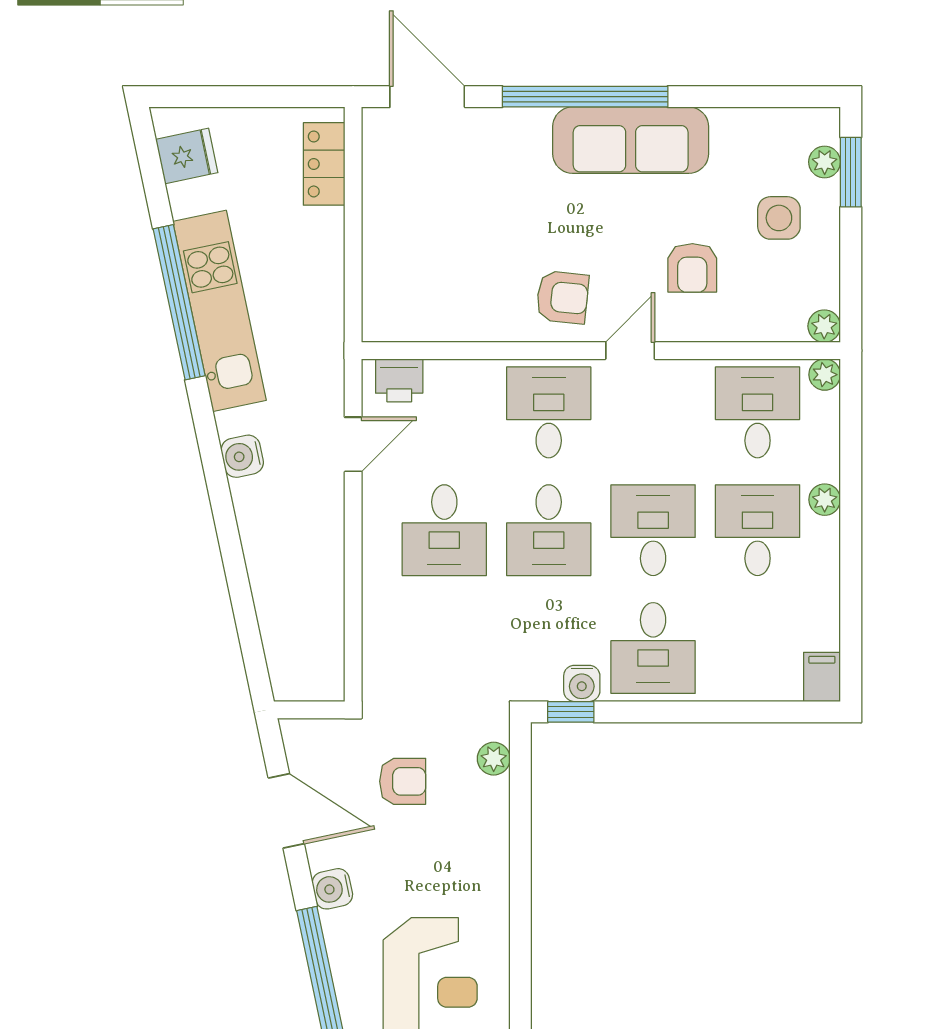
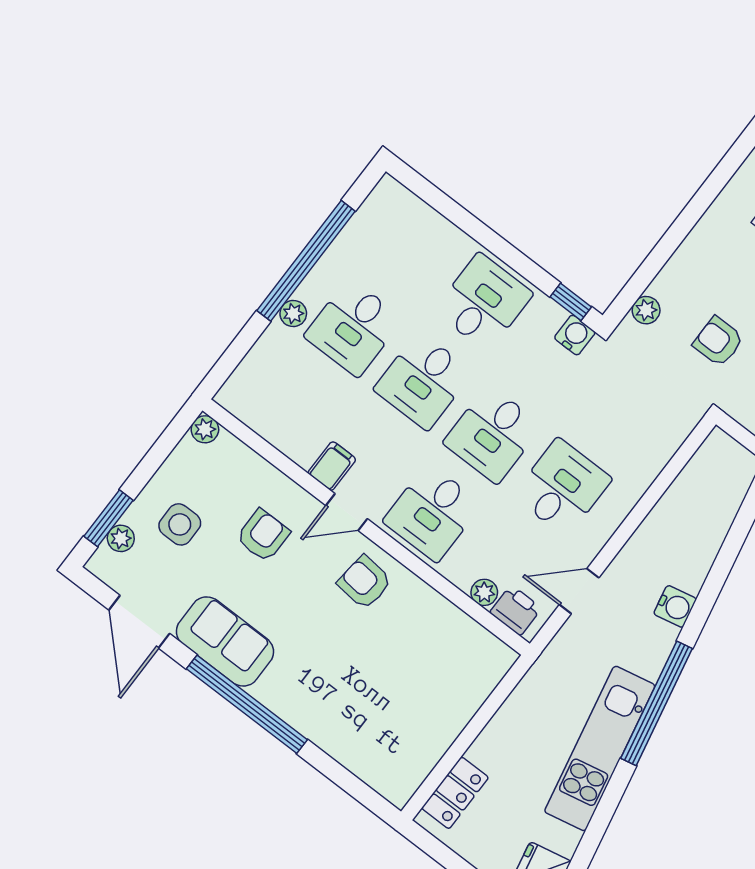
door: (427, 97) -> (139, 622), moved
sofa: (631, 140) -> (225, 641), width x0.73
window: (179, 302) -> (656, 703), moved
plant: (825, 375) -> (484, 592), moved
desk: (758, 412) -> (293, 406), removed
water cooler: (242, 456) -> (675, 606), moved
desk: (549, 530) -> (493, 434), turned 180
window: (851, 559) -> (306, 261), added
filing cabinet: (822, 677) -> (332, 466), moved, turned 180
water cooler: (582, 683) -> (575, 335), moved

